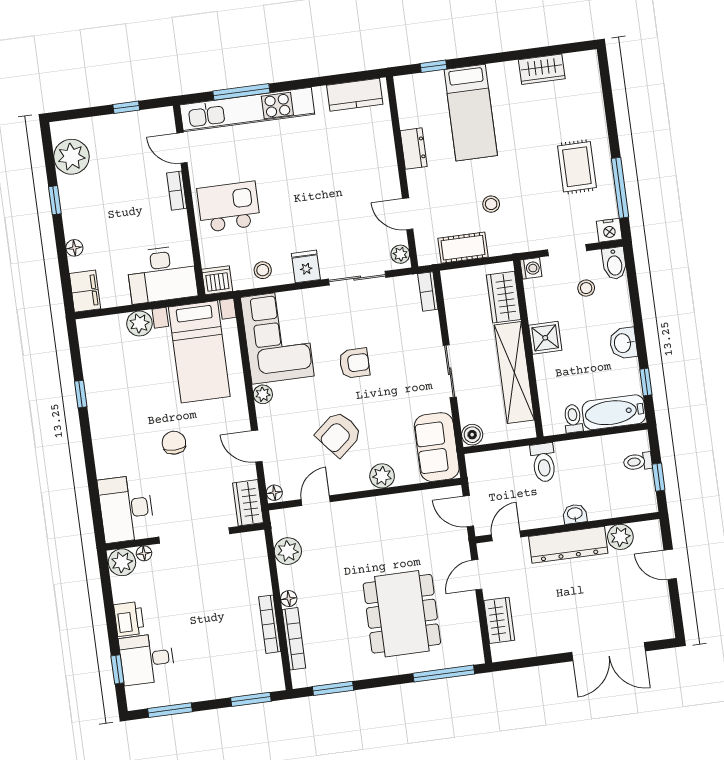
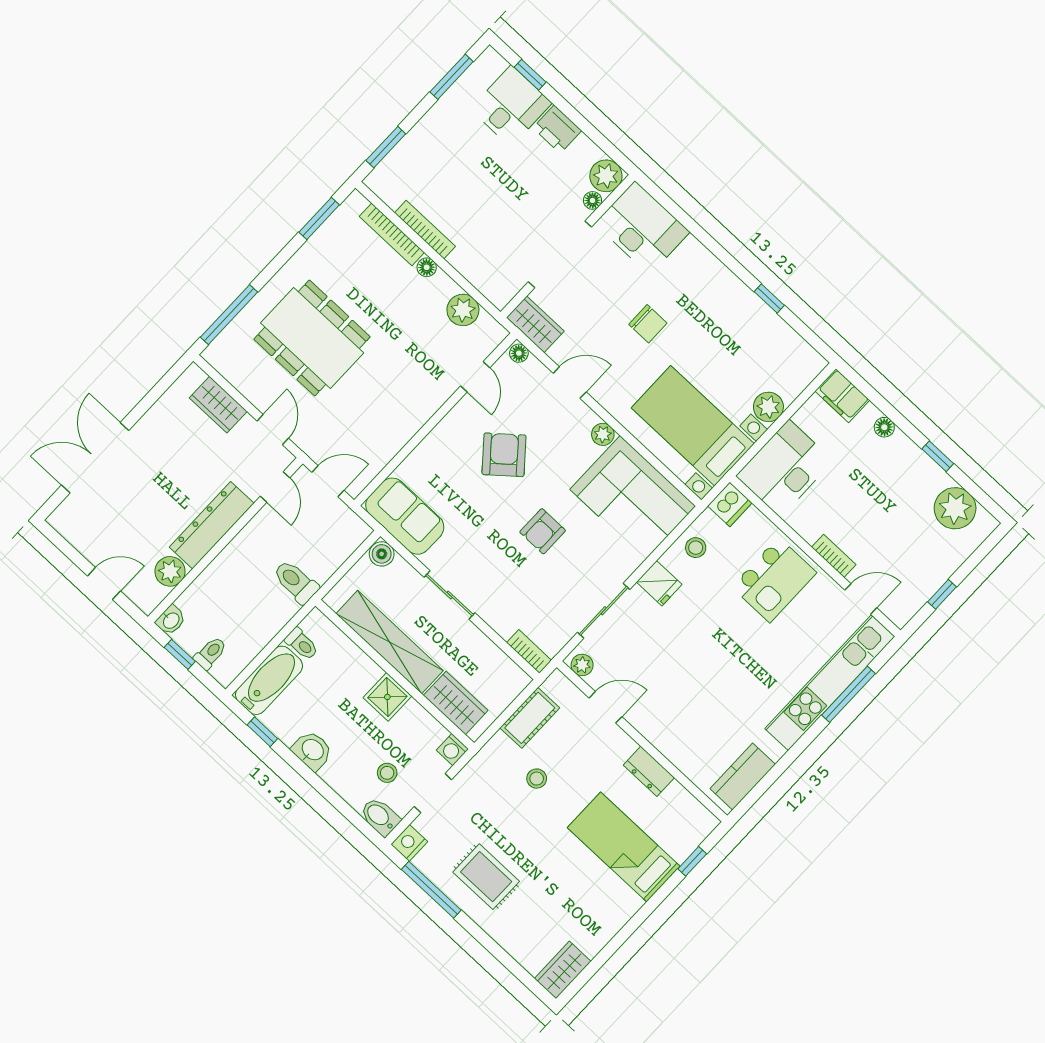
wardrobe: (542, 69) -> (563, 970), moved
plant: (382, 476) -> (433, 449), removed
washbasin: (575, 514) -> (171, 620), moved

